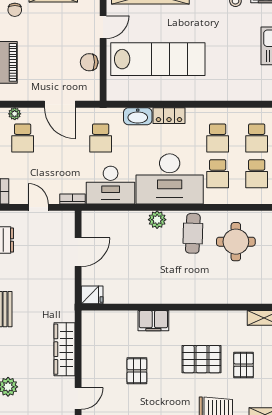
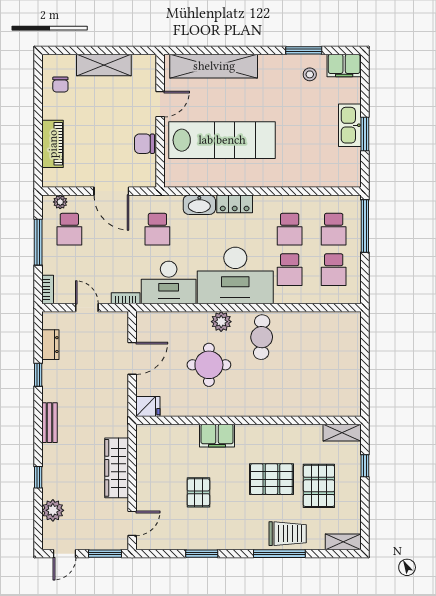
round table: (236, 242) -> (209, 365), moved
pallet: (244, 365) -> (319, 486), width x1.50, depth x1.42

